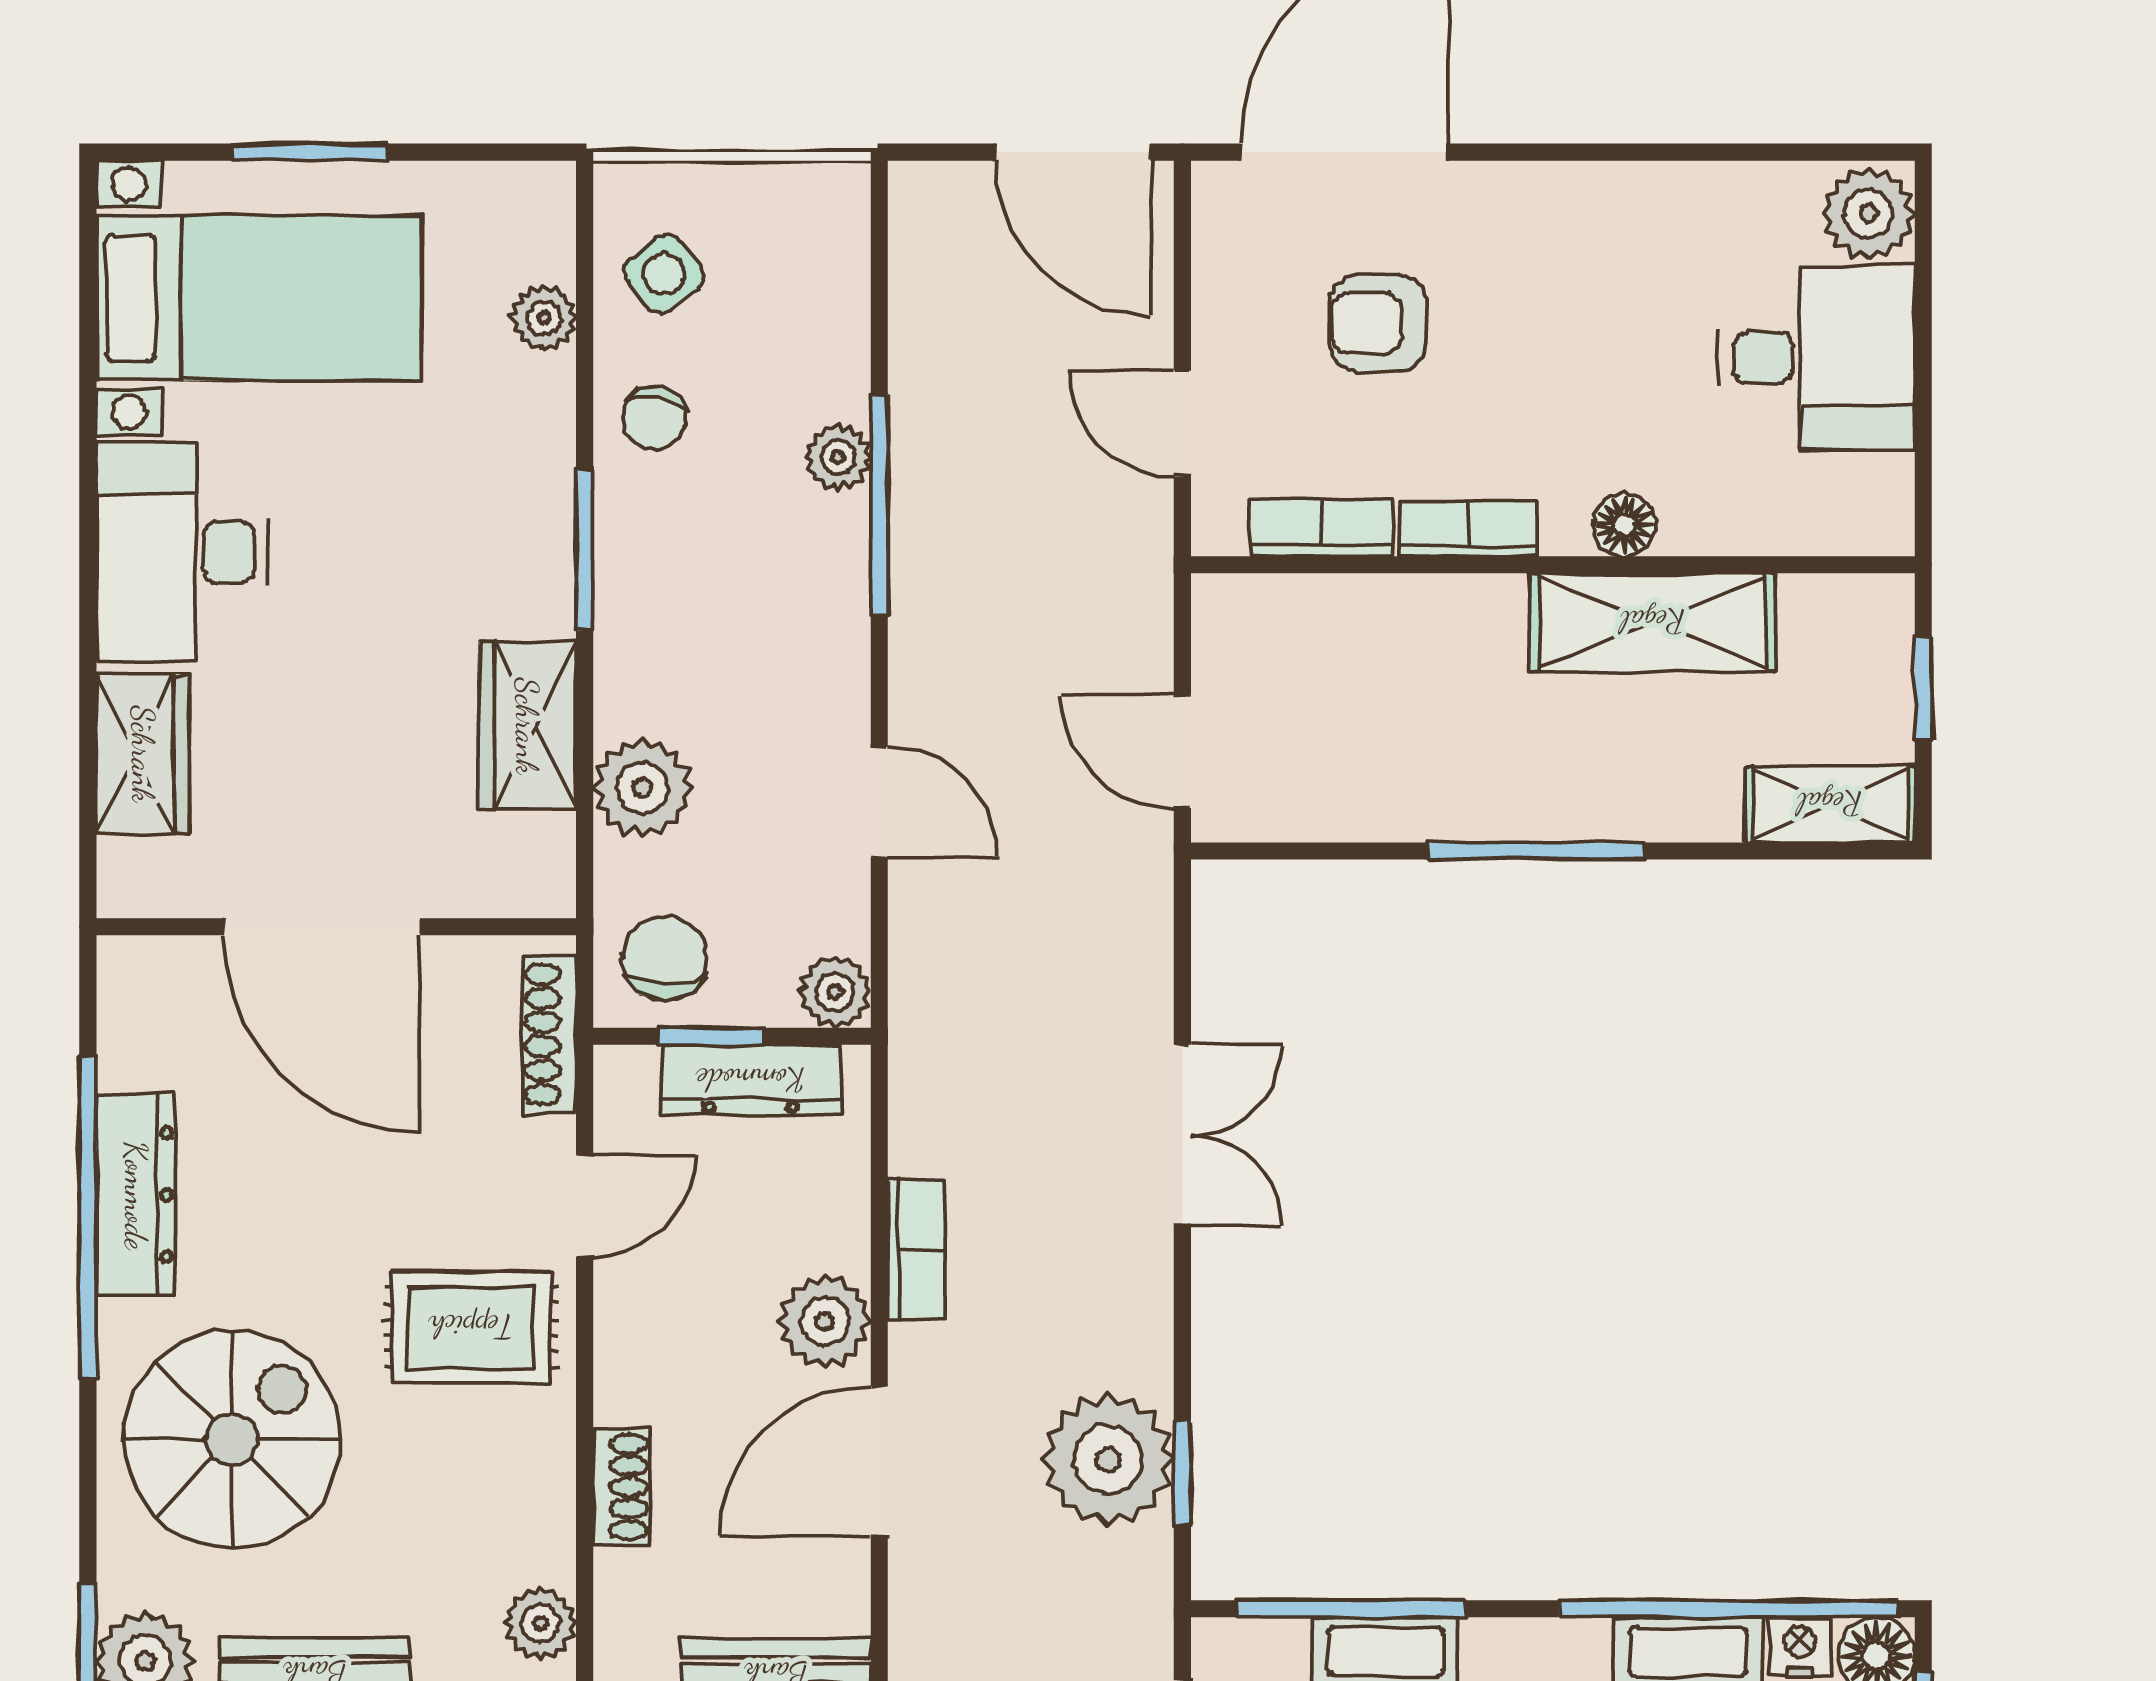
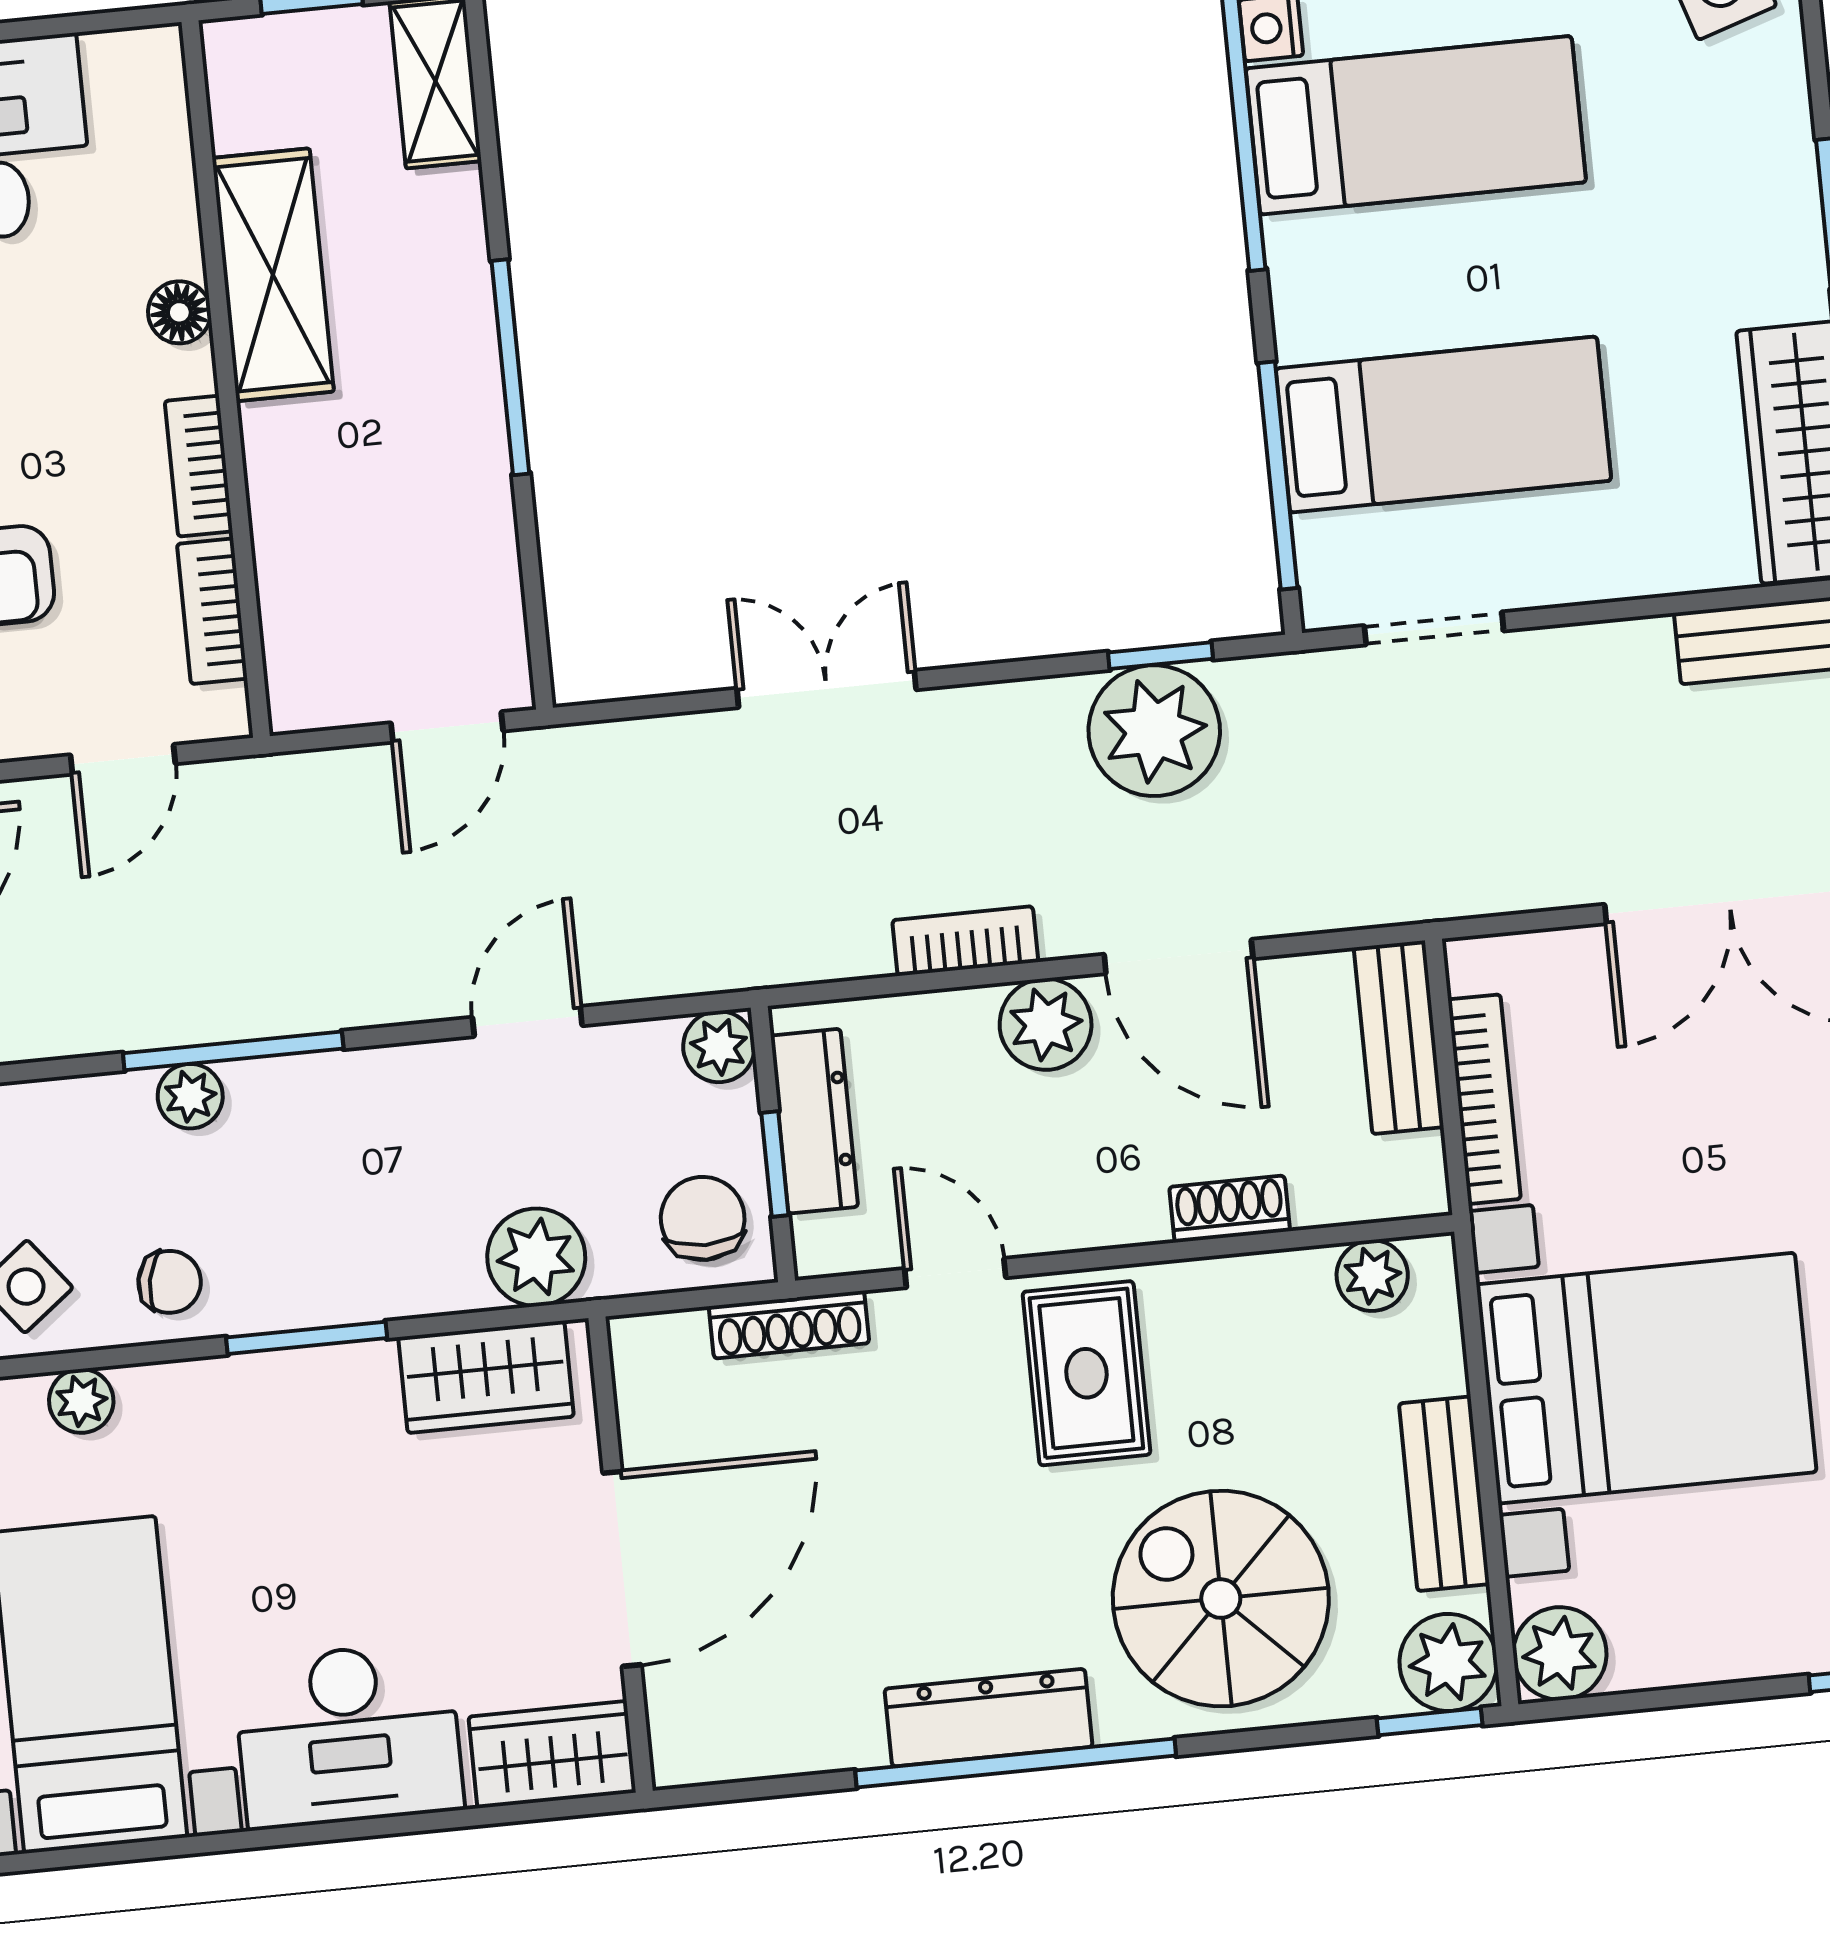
door: (322, 927) -> (622, 1569), moved
wall: (336, 927) -> (621, 1554), moved
chair: (665, 958) -> (703, 1218), turned 90

